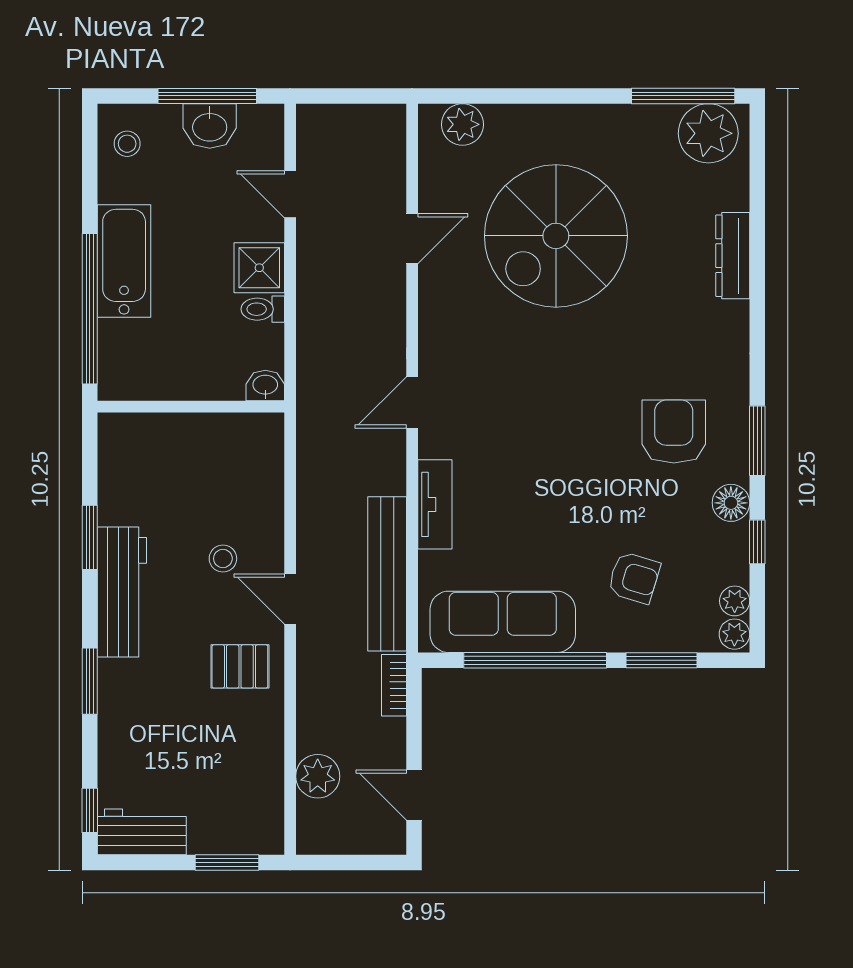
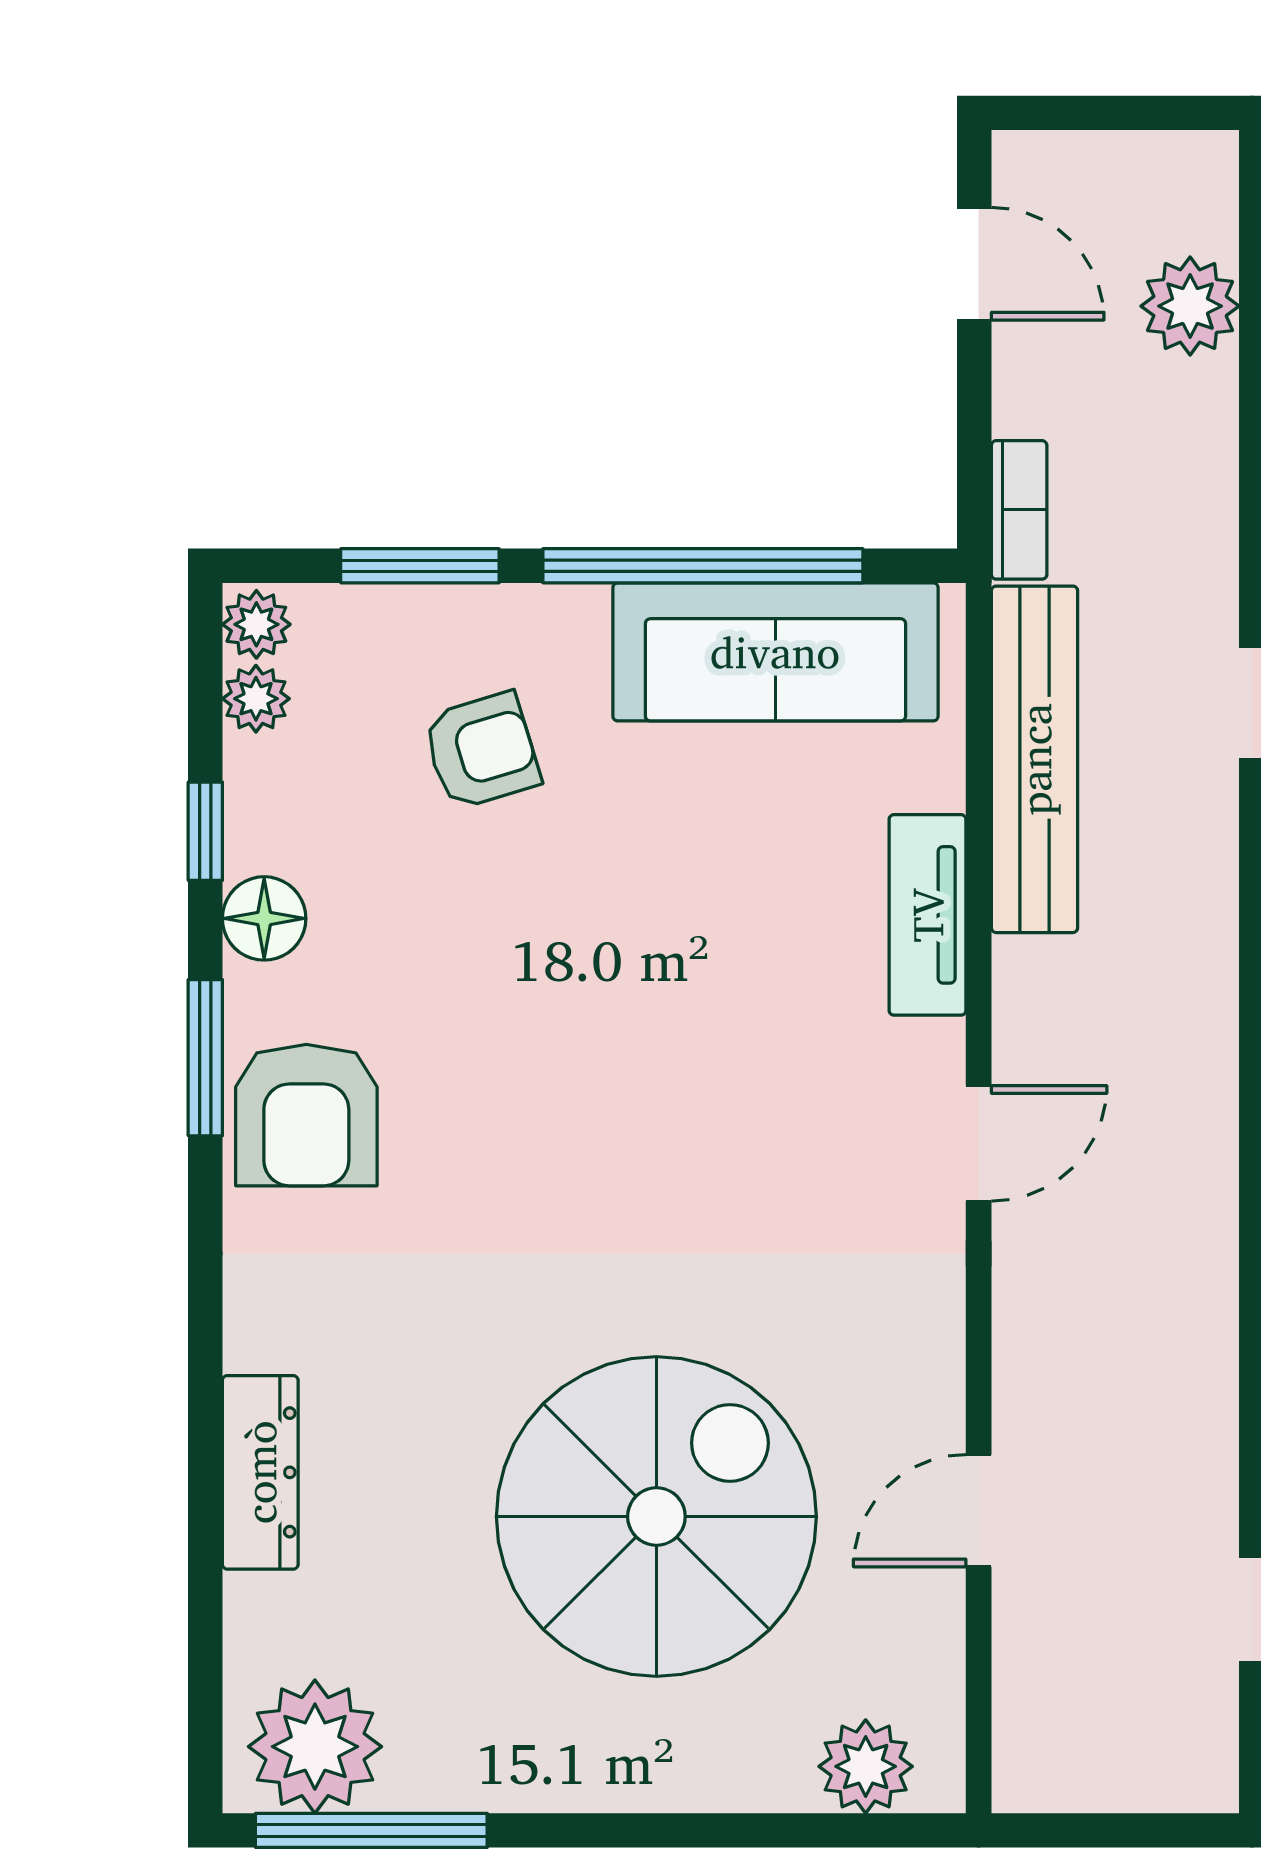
armchair: (674, 432) -> (306, 1115), moved
armchair: (634, 578) -> (481, 751), turned 146

